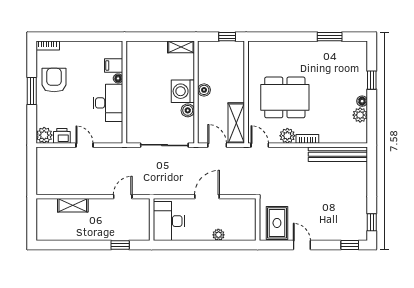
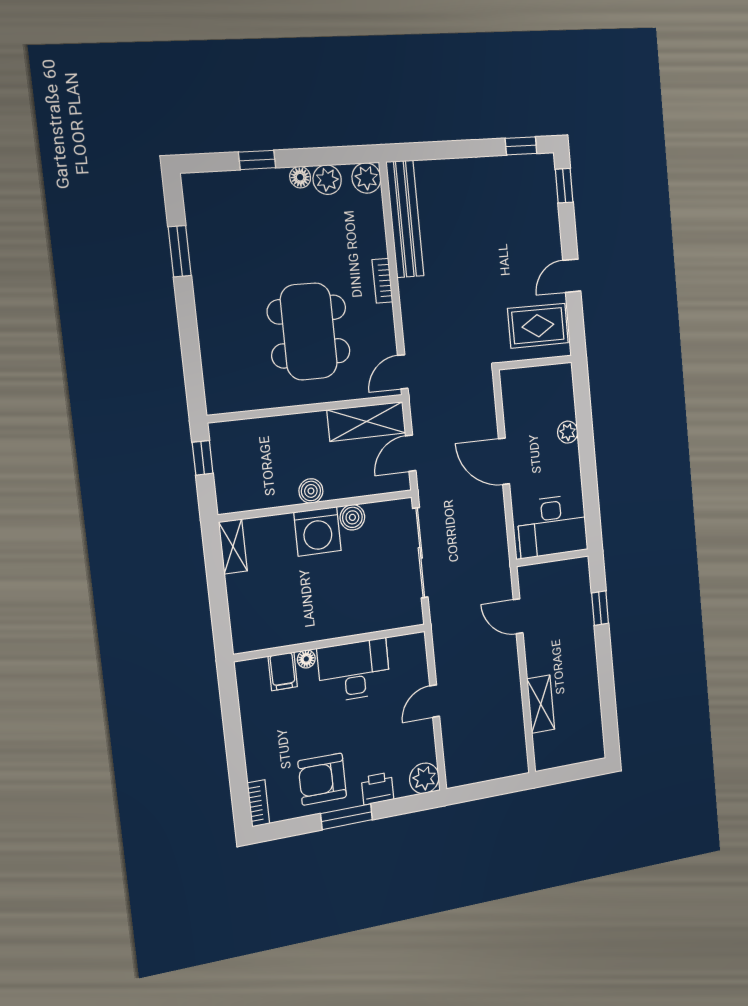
printer: (62, 136) -> (378, 788), moved, turned 90
plant: (287, 136) -> (366, 178), moved

